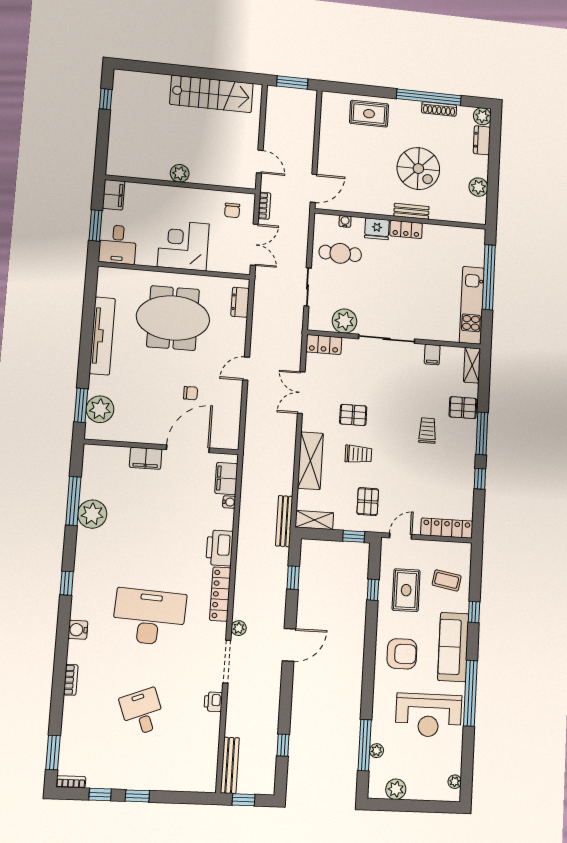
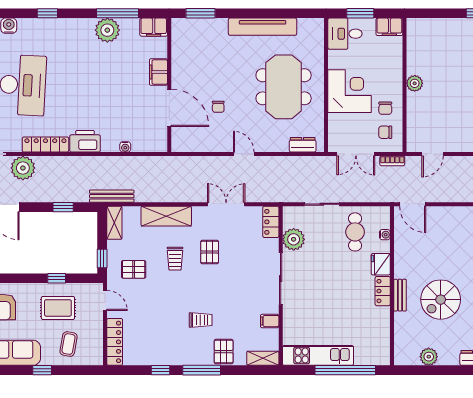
chair: (205, 208) -> (385, 108), added
plant: (100, 409) -> (198, 30), removed
filing cabinet: (226, 479) -> (154, 27), moved, turned 180
plant: (239, 628) -> (23, 168), width x1.87, depth x1.87

